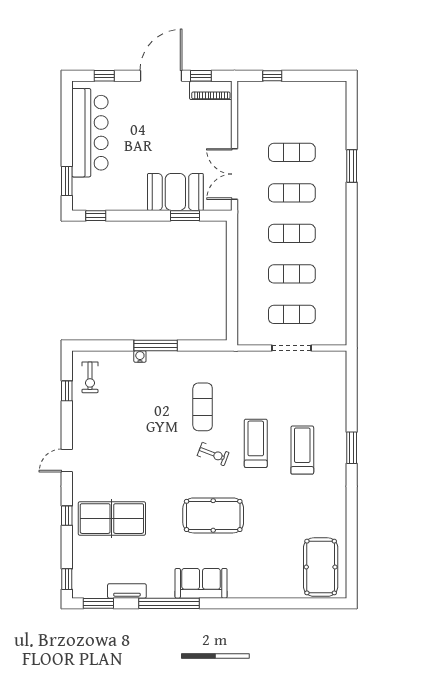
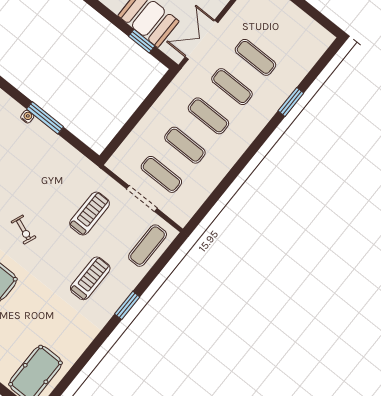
exercise mat: (203, 407) -> (148, 246), moved
treadmill: (256, 443) -> (90, 214), moved

